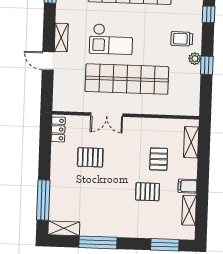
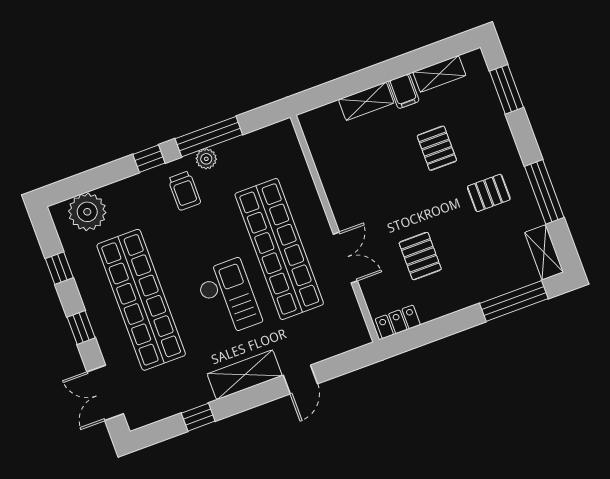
window: (209, 14) -> (149, 159), moved
shelving: (61, 38) -> (245, 375), width x1.50, depth x1.33
window: (207, 65) -> (209, 137), width x2.17
shelving: (191, 142) -> (366, 101), moved
pallet: (159, 159) -> (489, 193), moved

